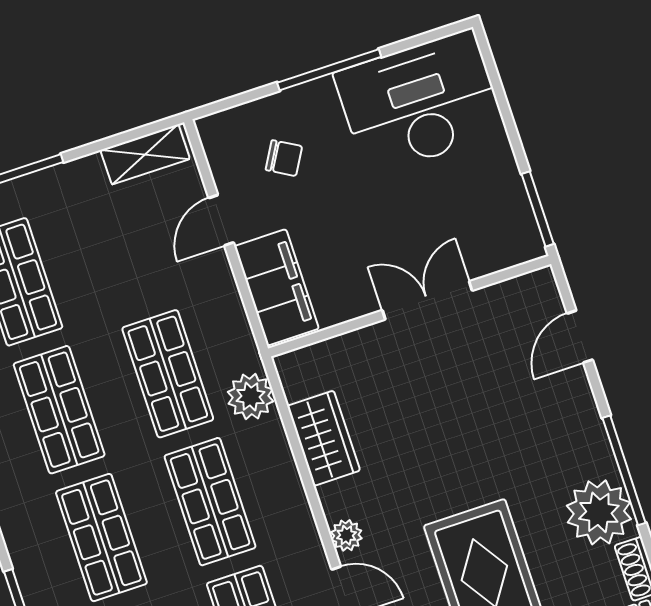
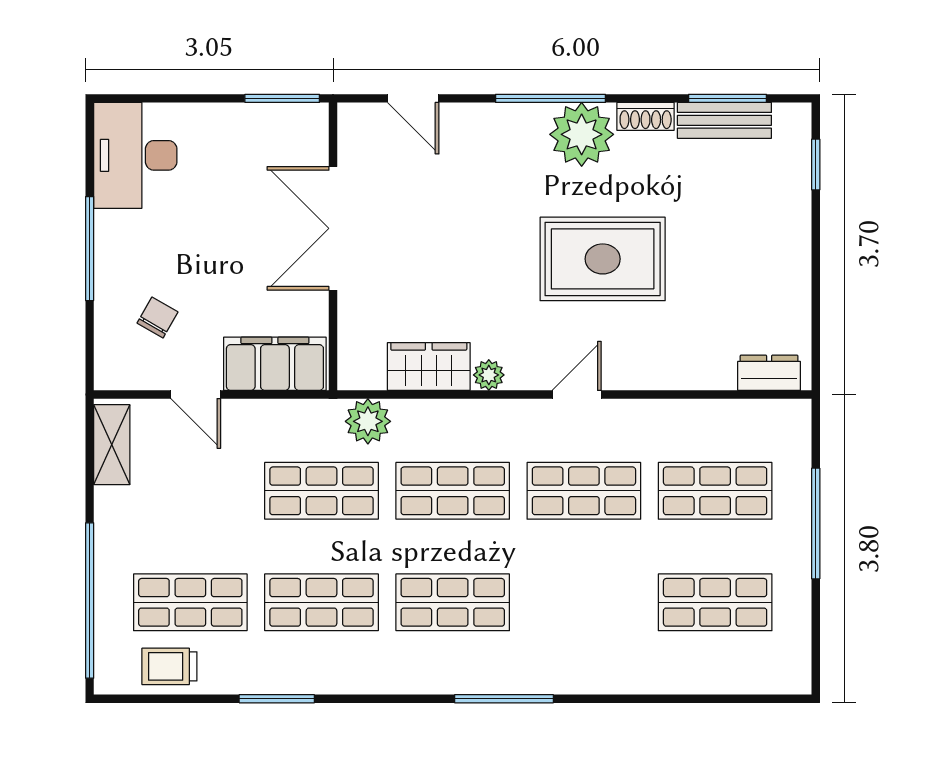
desk: (420, 103) -> (135, 155), width x0.73, depth x0.77
double door: (427, 300) -> (333, 228), width x1.37
plant: (346, 535) -> (489, 375), moved

